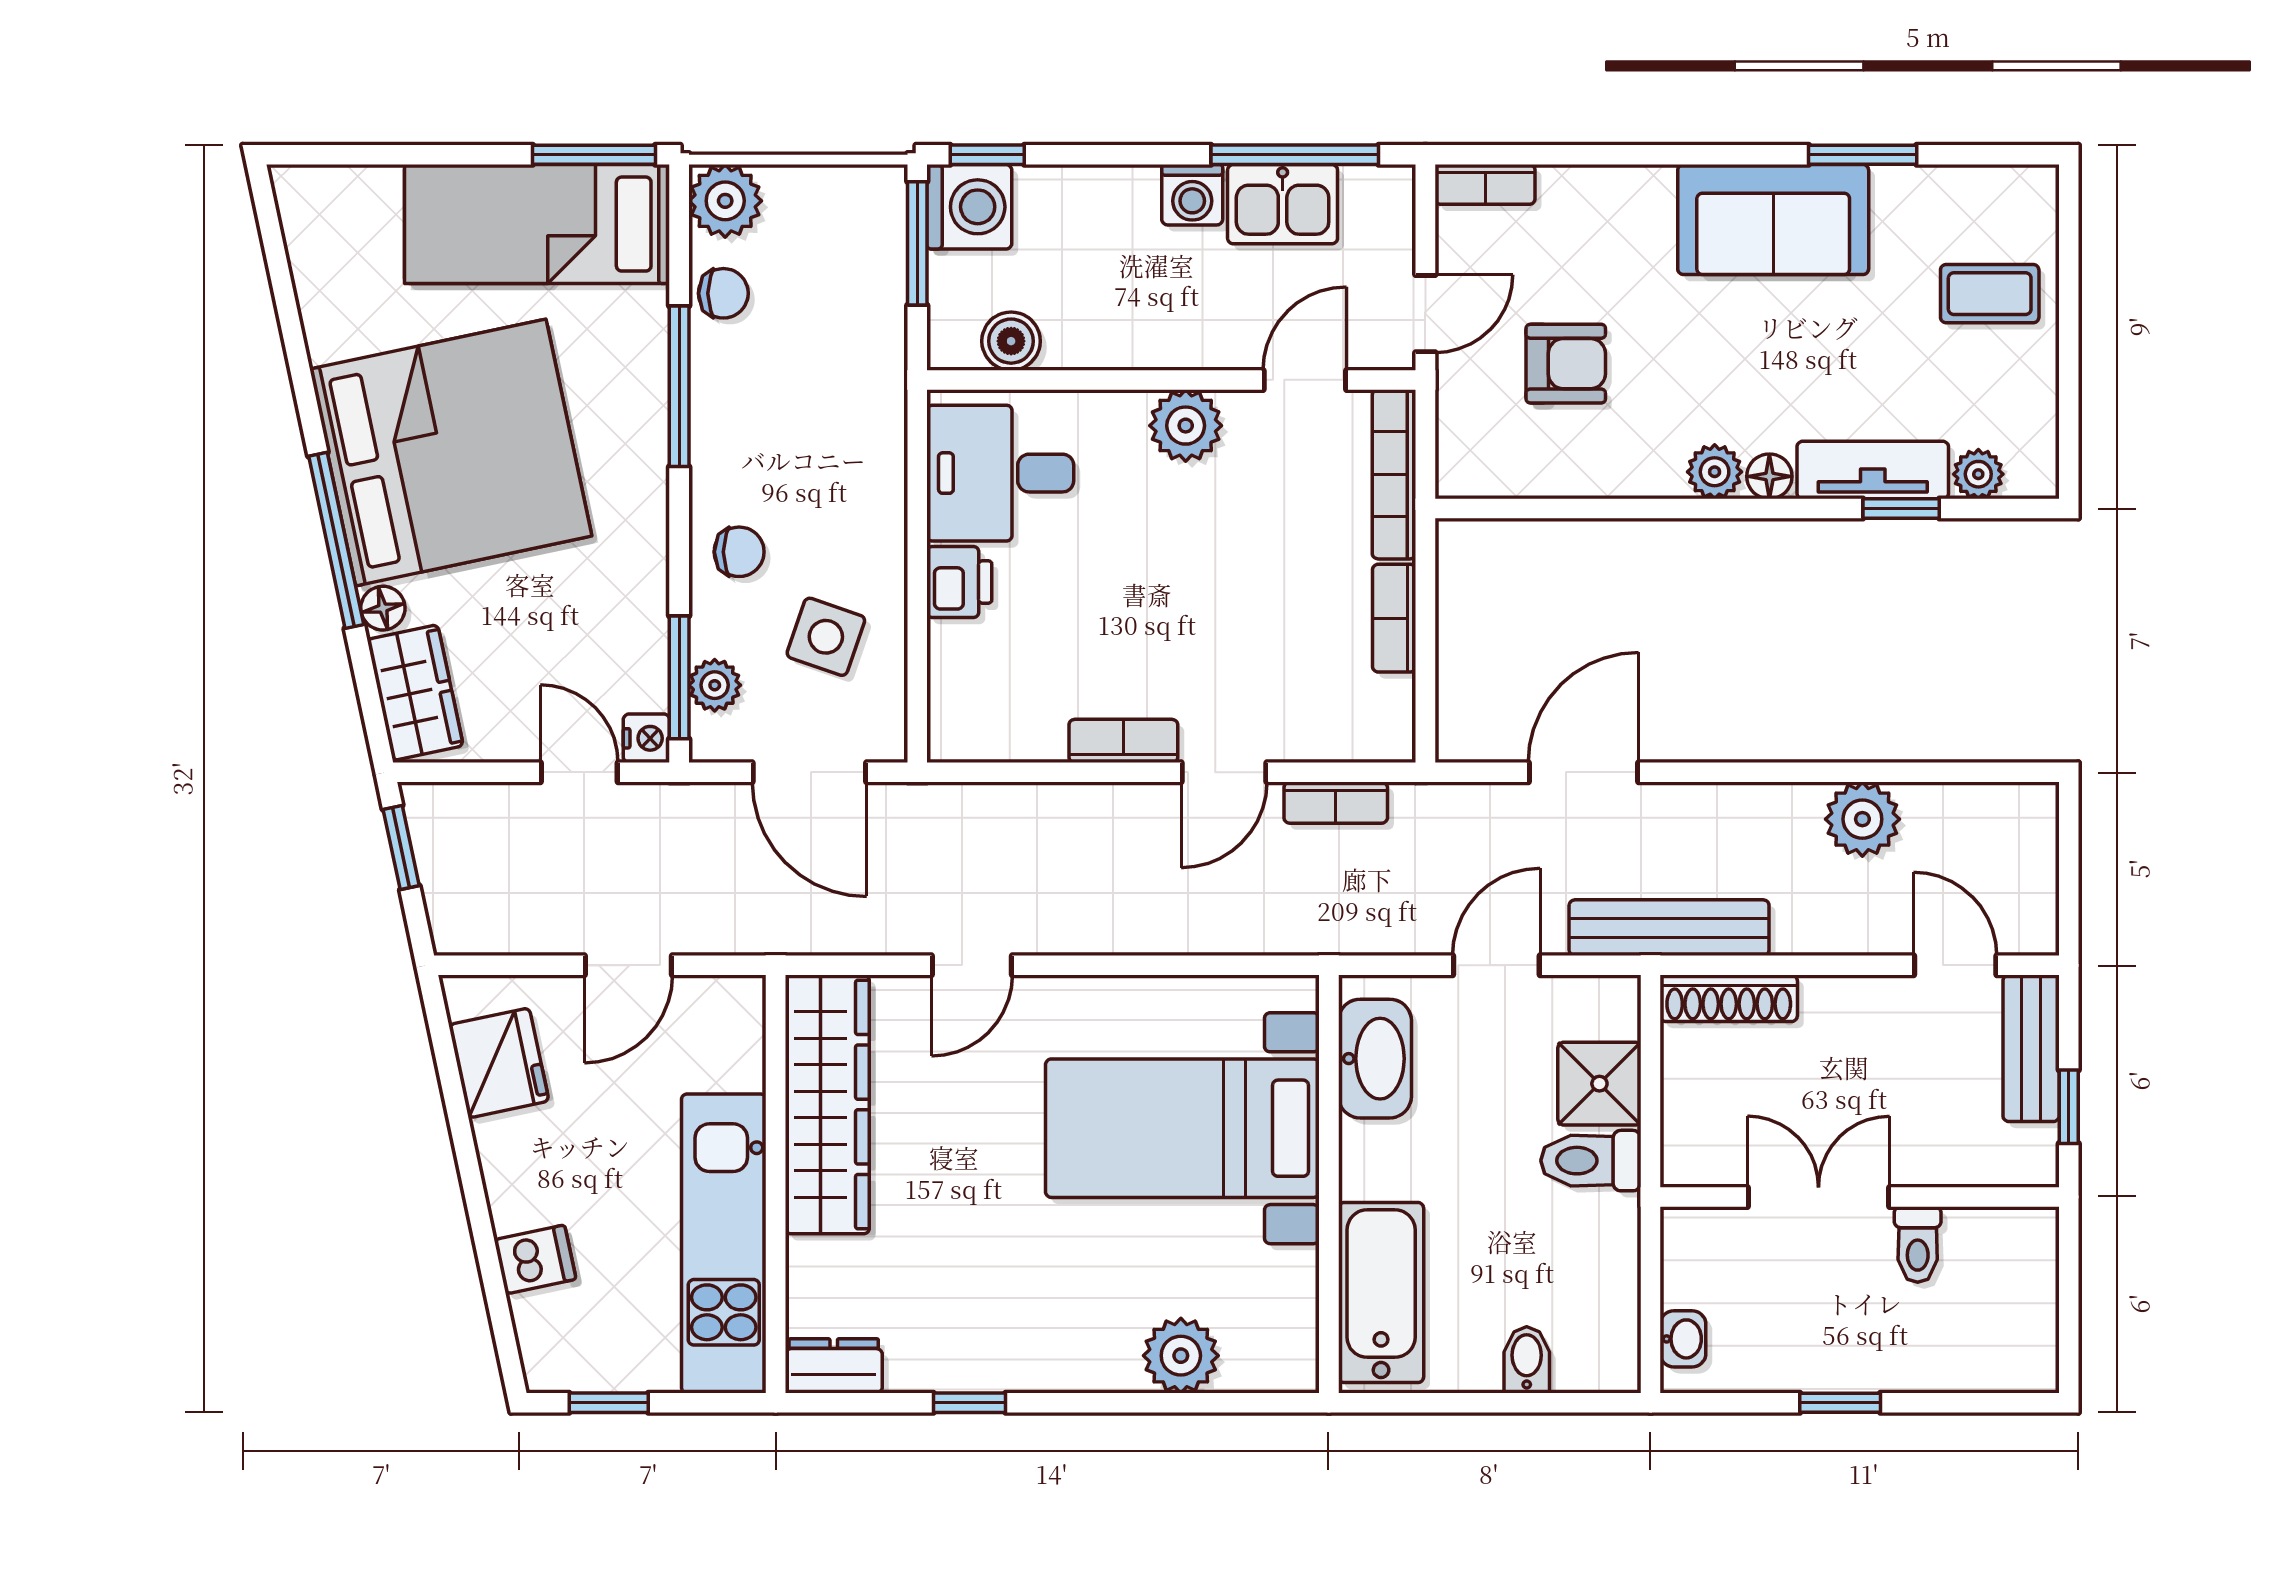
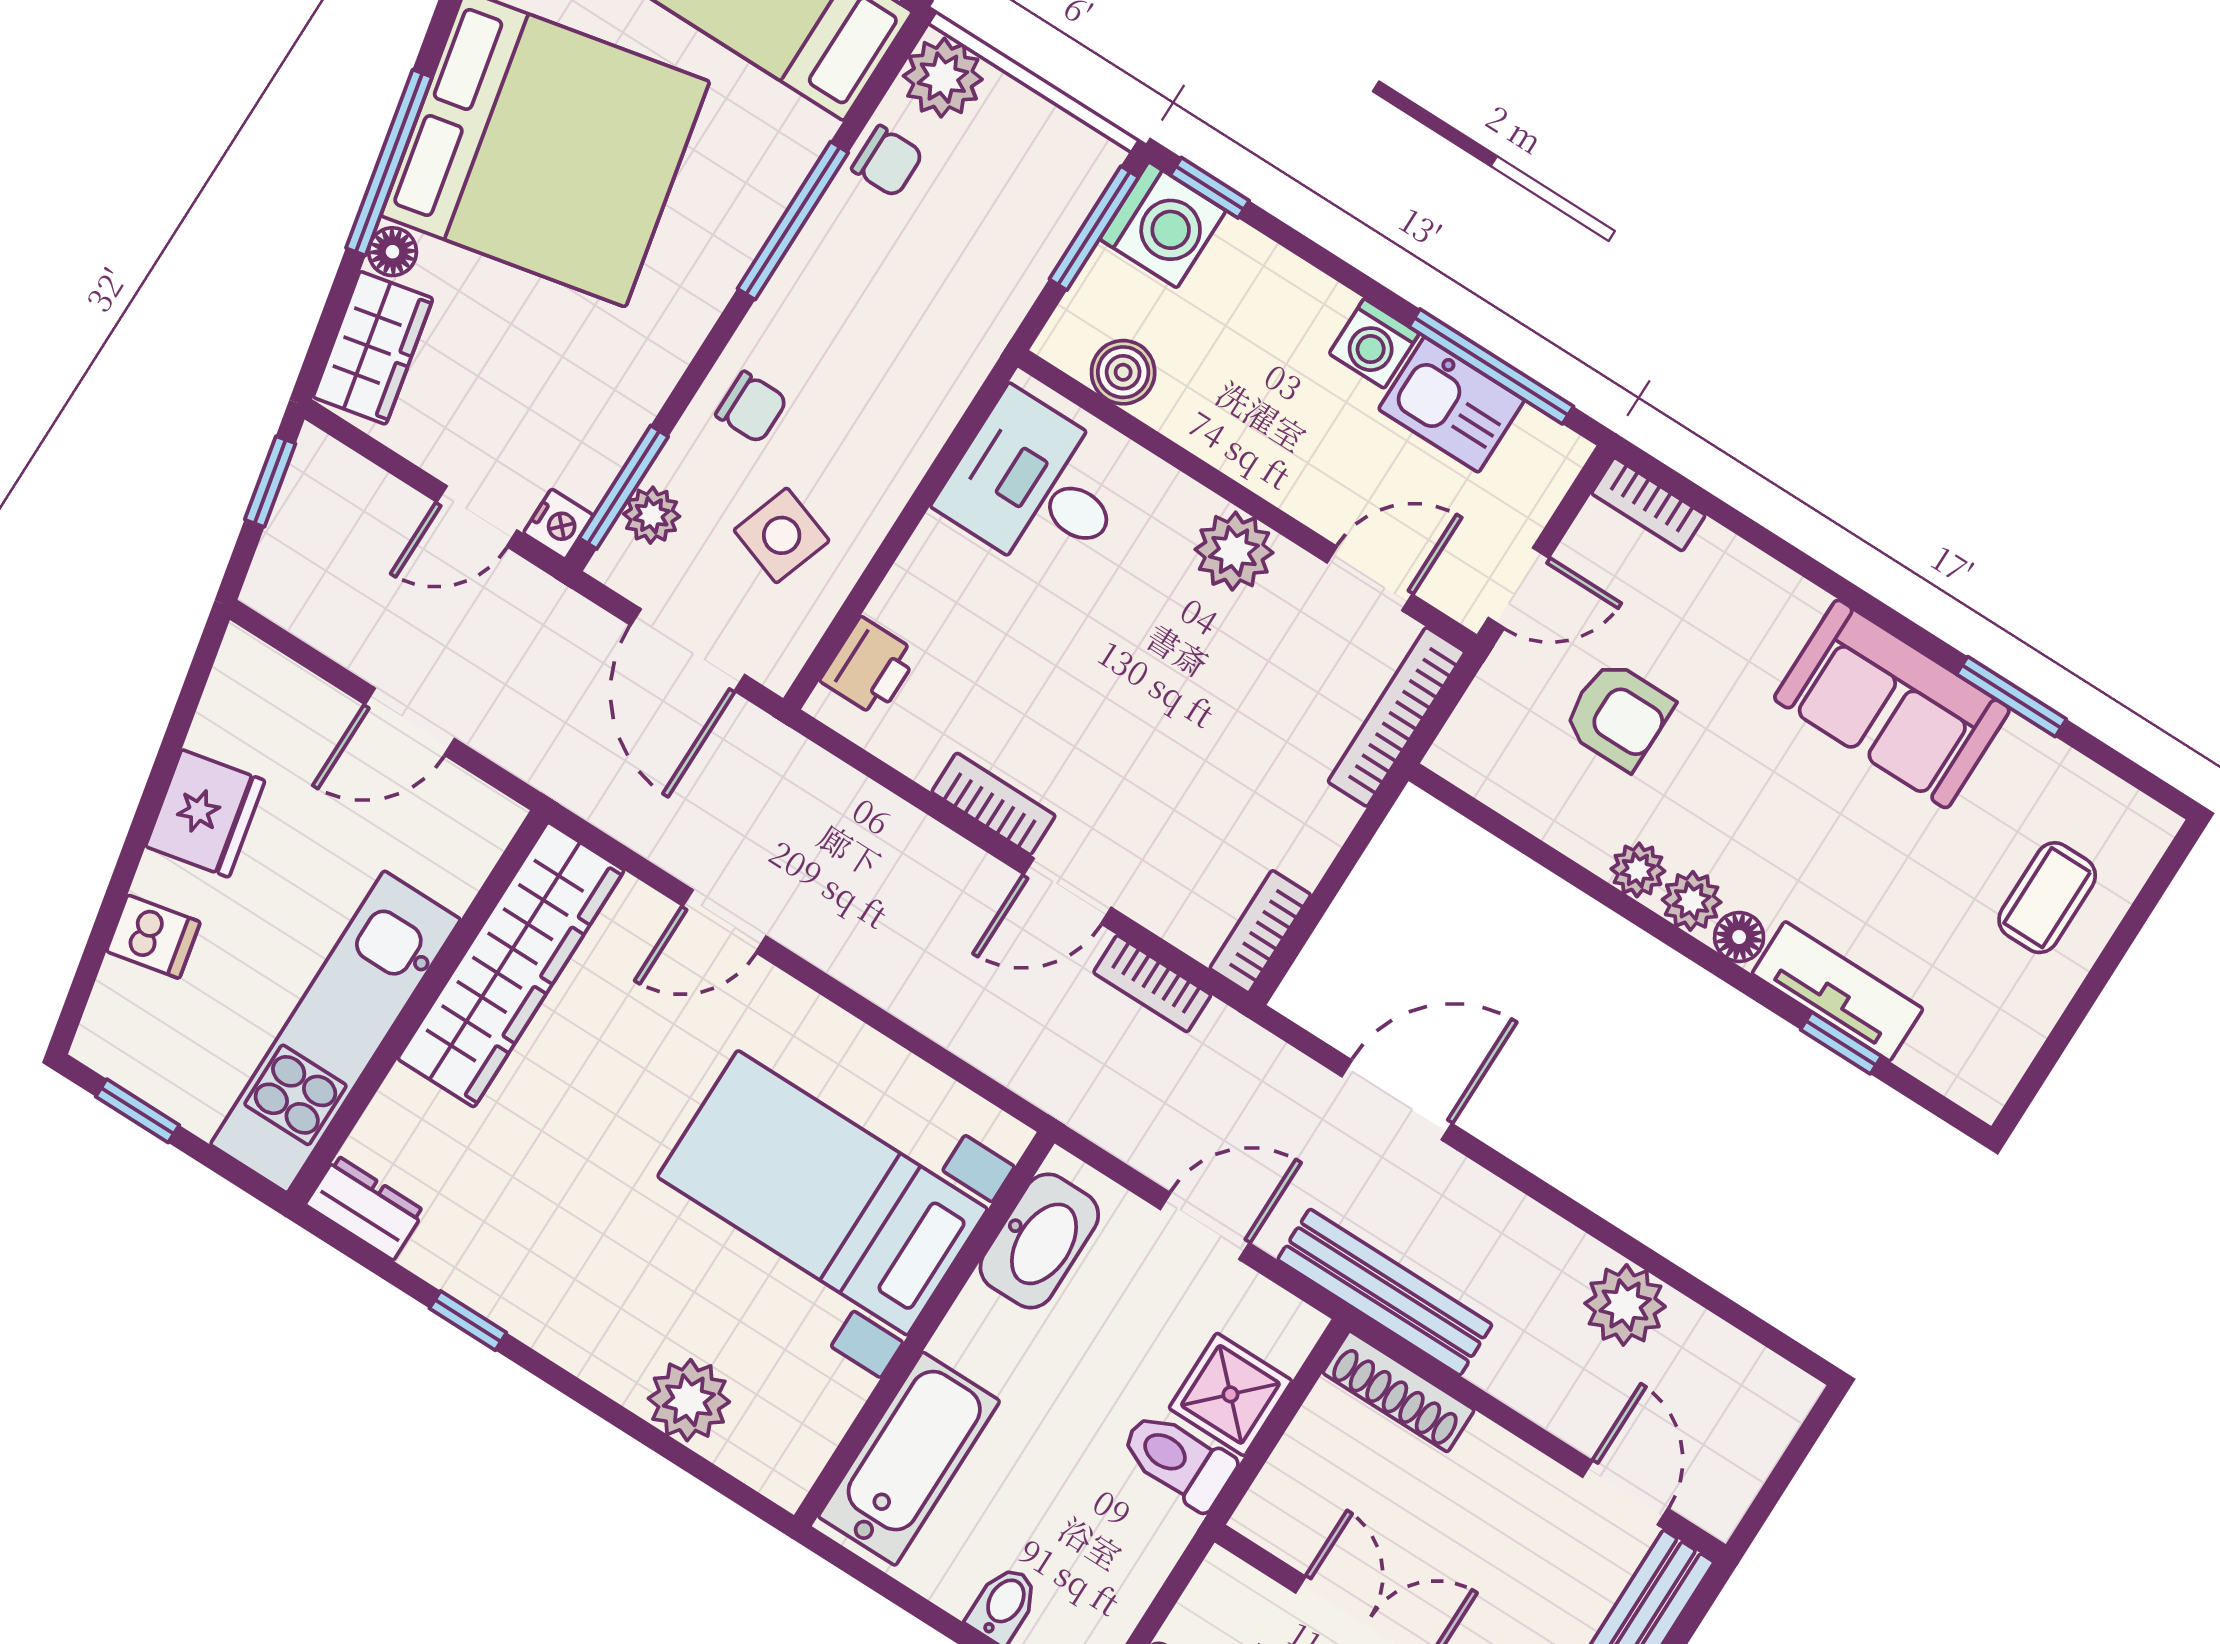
coffee table: (1990, 294) -> (2047, 898), turned 90
plant: (1978, 474) -> (1638, 870), moved
printer: (959, 582) -> (870, 667), moved
bookcase: (1394, 618) -> (1260, 932), moved
door: (579, 772) -> (477, 516), swing flipped
fridge: (499, 1063) -> (205, 813), moved

